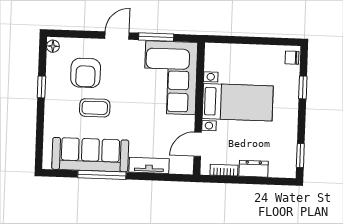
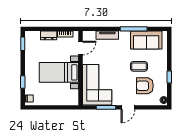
armchair: (86, 73) -> (145, 86), turned -90
sofa: (90, 155) -> (146, 40), width x0.73

